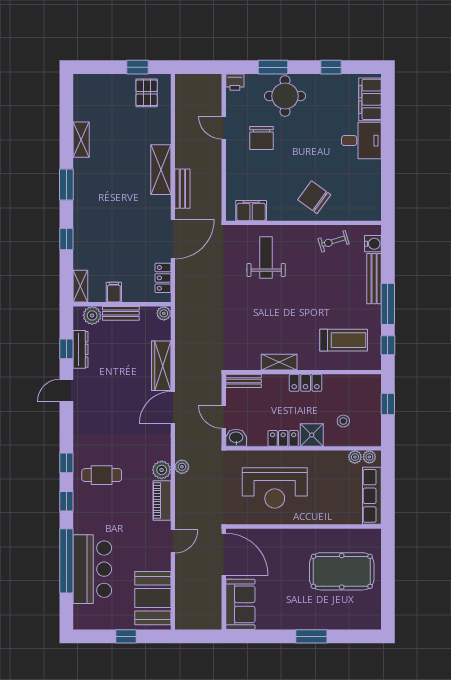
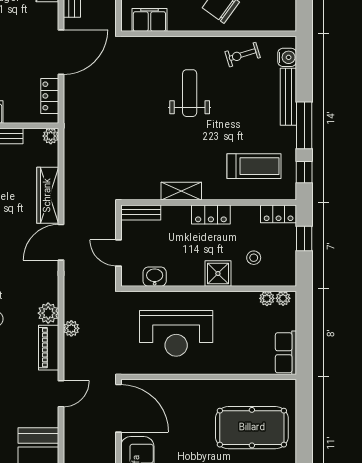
weight bench: (266, 258) -> (190, 93), moved
washbasin: (236, 438) -> (155, 277), moved
locker: (283, 438) -> (279, 214), moved, turned 180
plant: (182, 467) -> (71, 328), moved
row of seats: (372, 496) -> (286, 353), width x0.68

